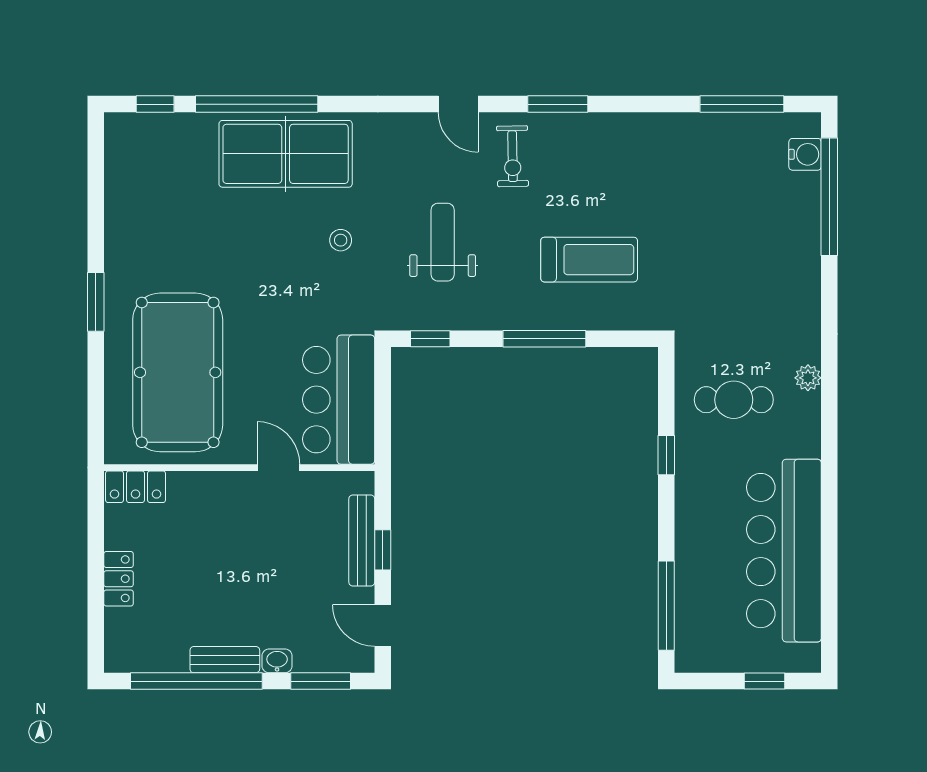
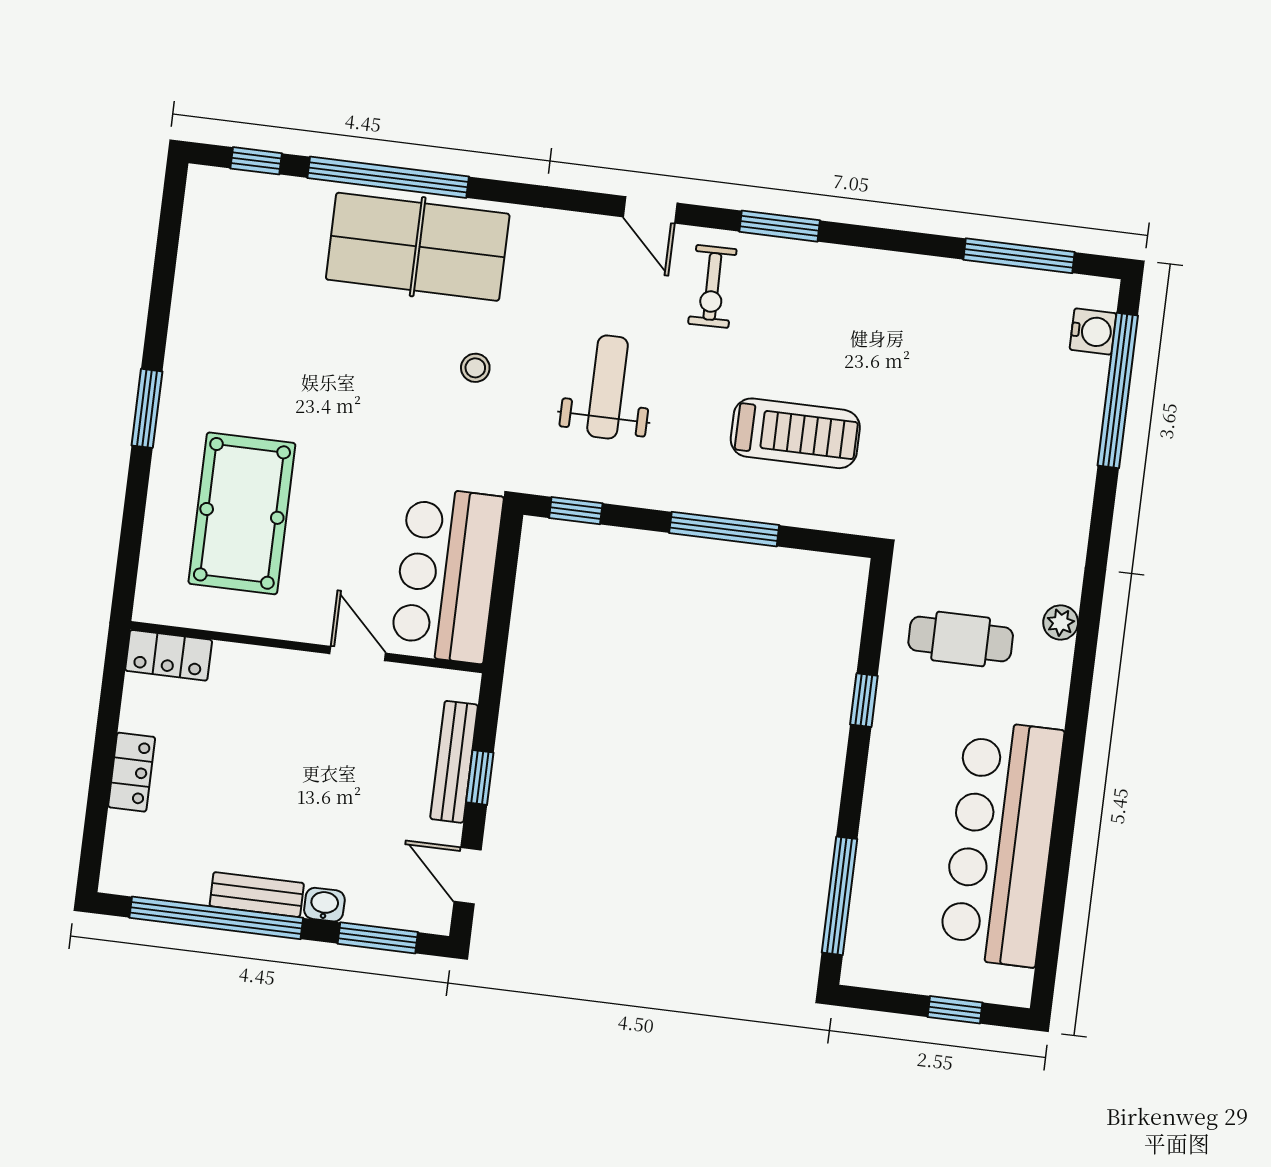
pool table: (178, 372) -> (242, 513), width x0.73, depth x0.76

